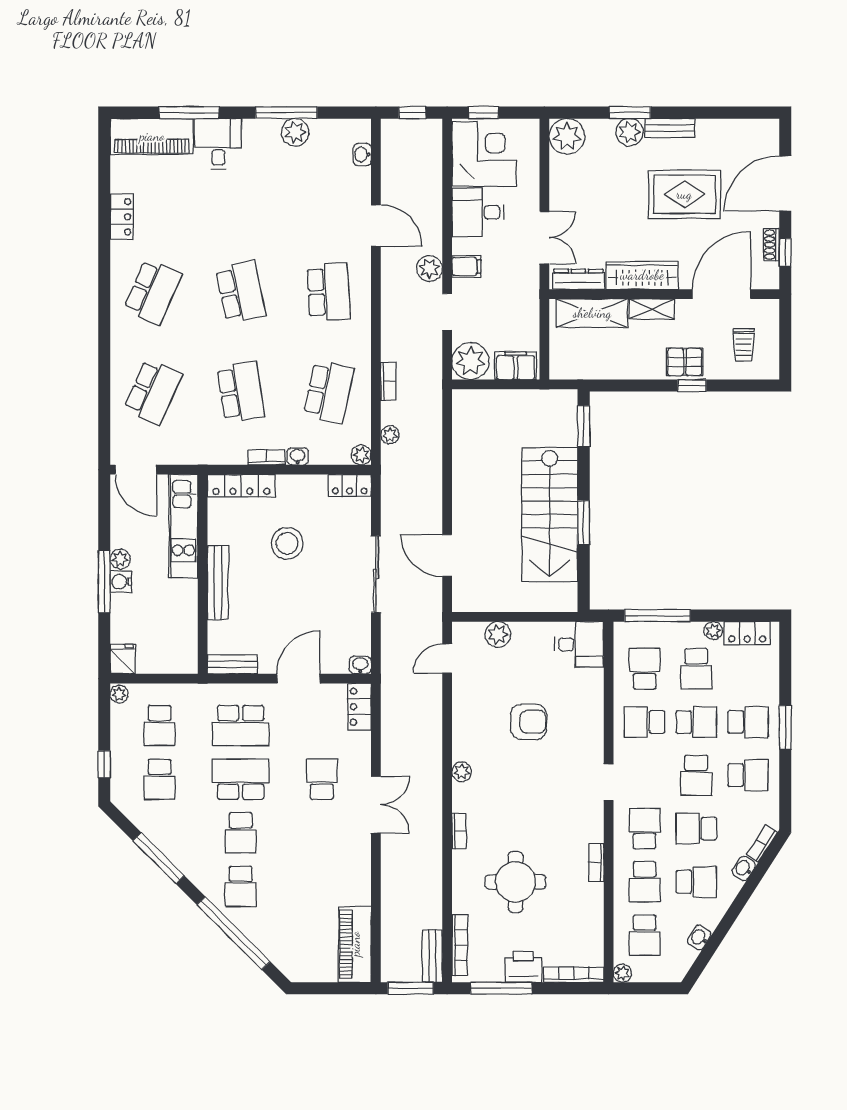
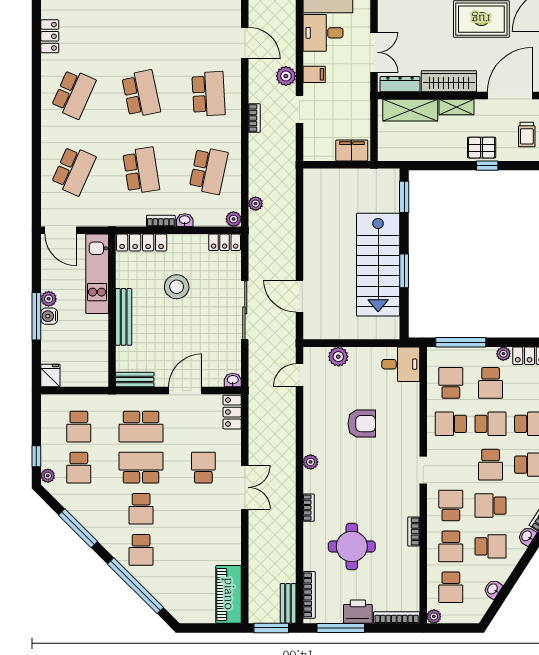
plant: (470, 361) -> (317, 147), removed
bookcase: (388, 381) -> (254, 118), moved
plant: (119, 694) -> (48, 476), moved

